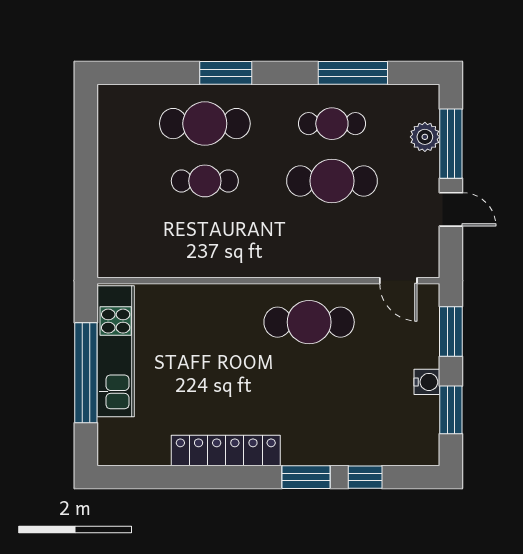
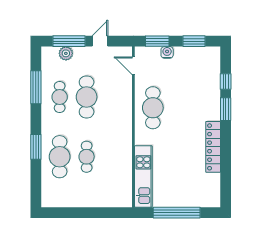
door: (398, 281) -> (133, 66), swing flipped
kitchen unit: (116, 351) -> (143, 176), moved, turned 90
water cooler: (427, 382) -> (167, 52), moved

